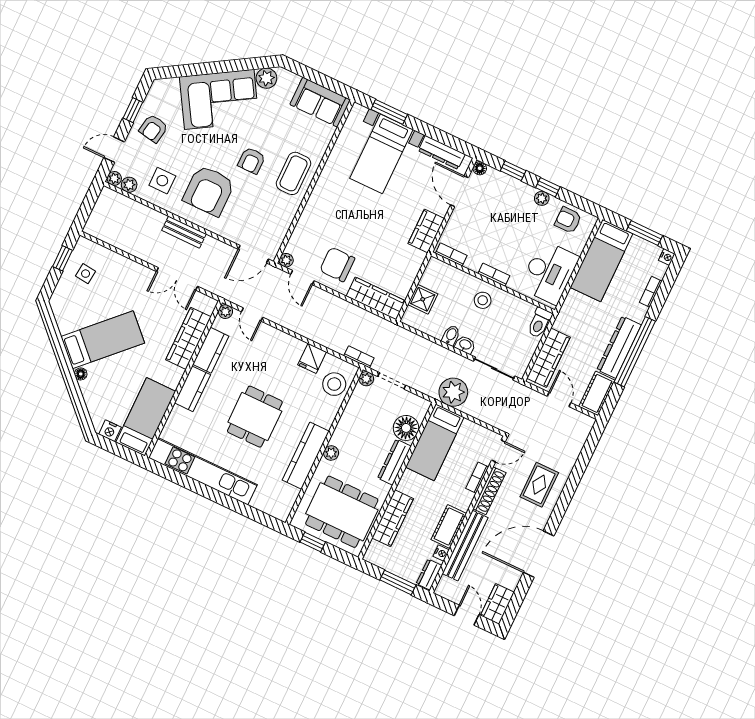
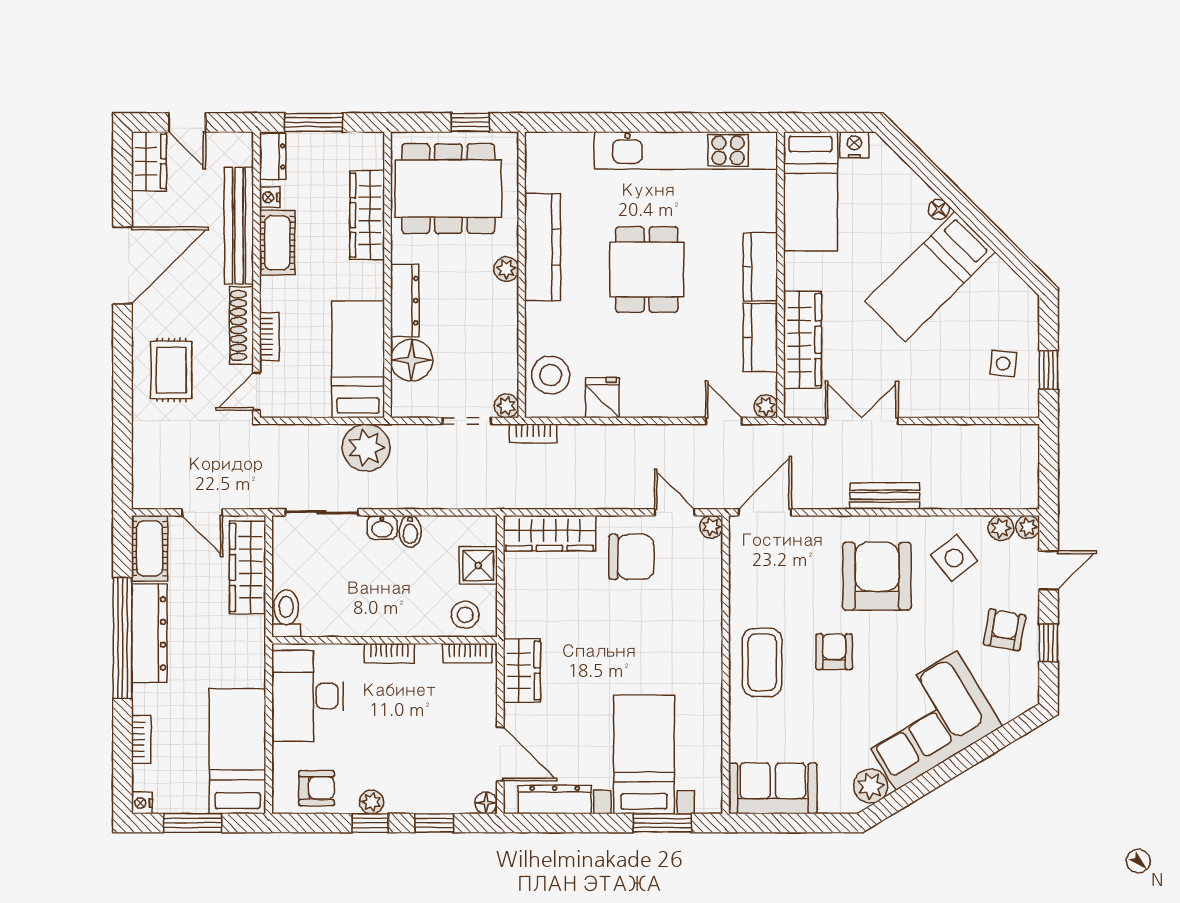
side table: (162, 181) -> (954, 558), turned -38
stool: (483, 300) -> (465, 615), moved

